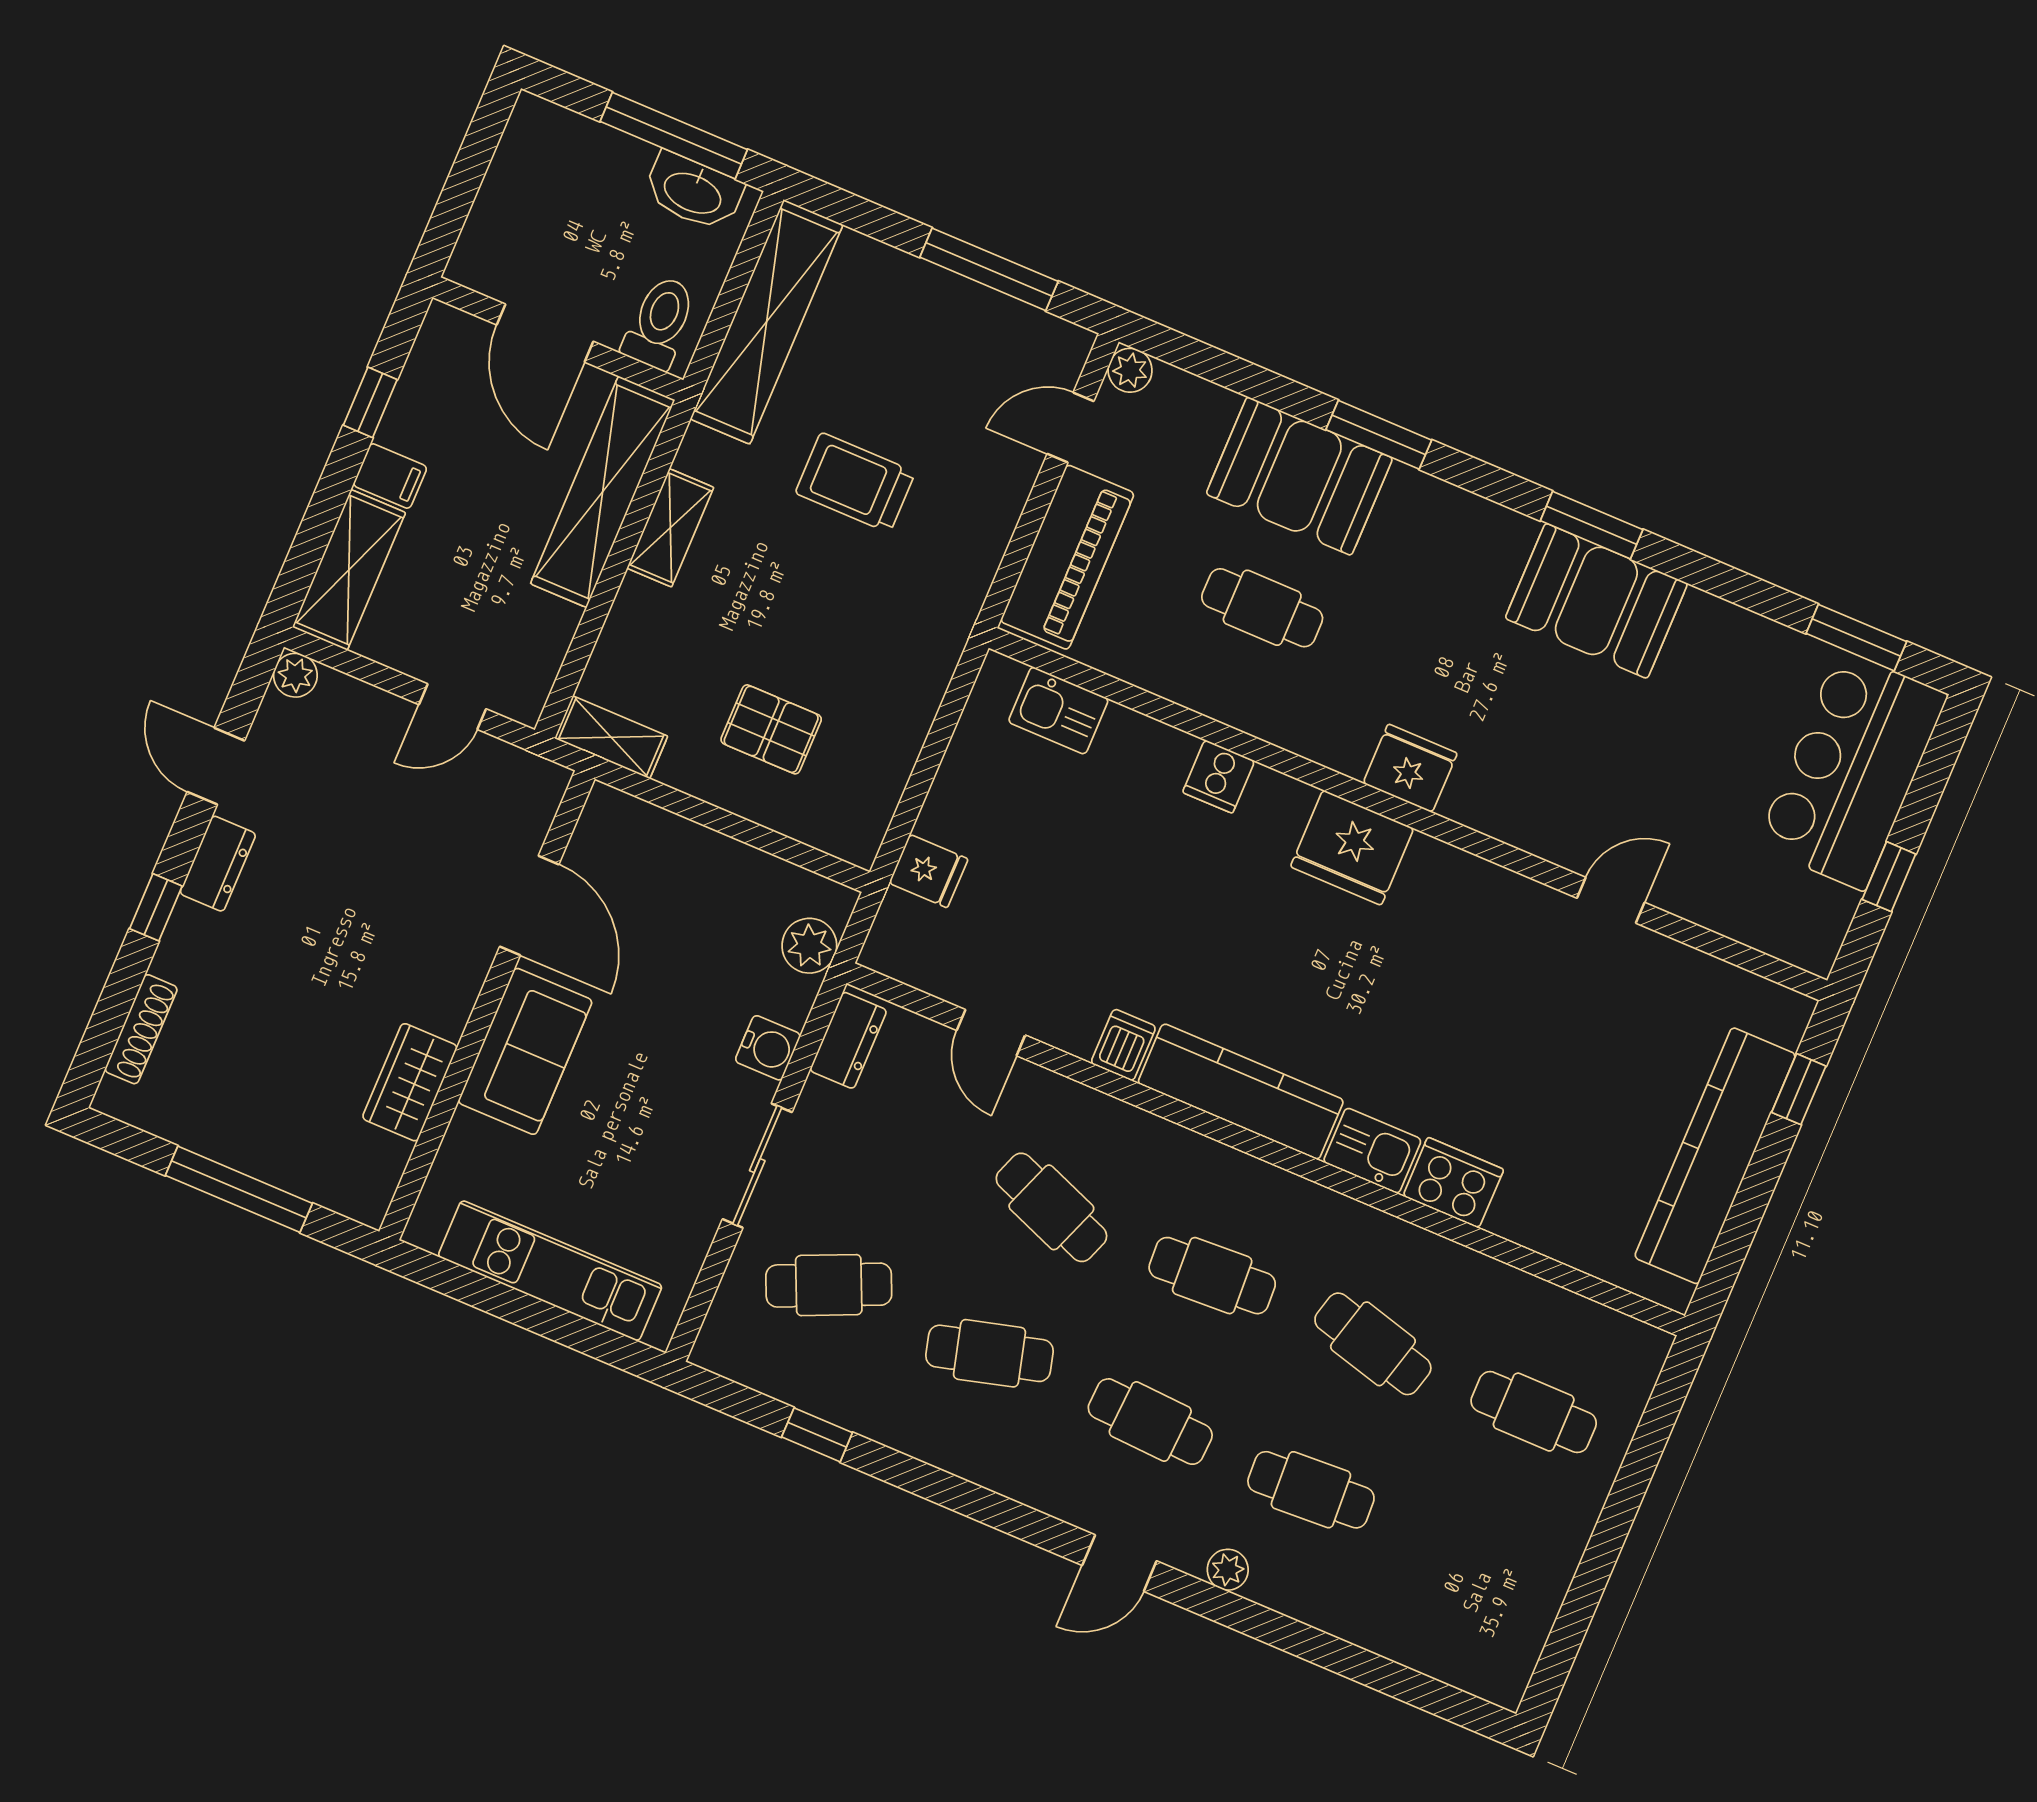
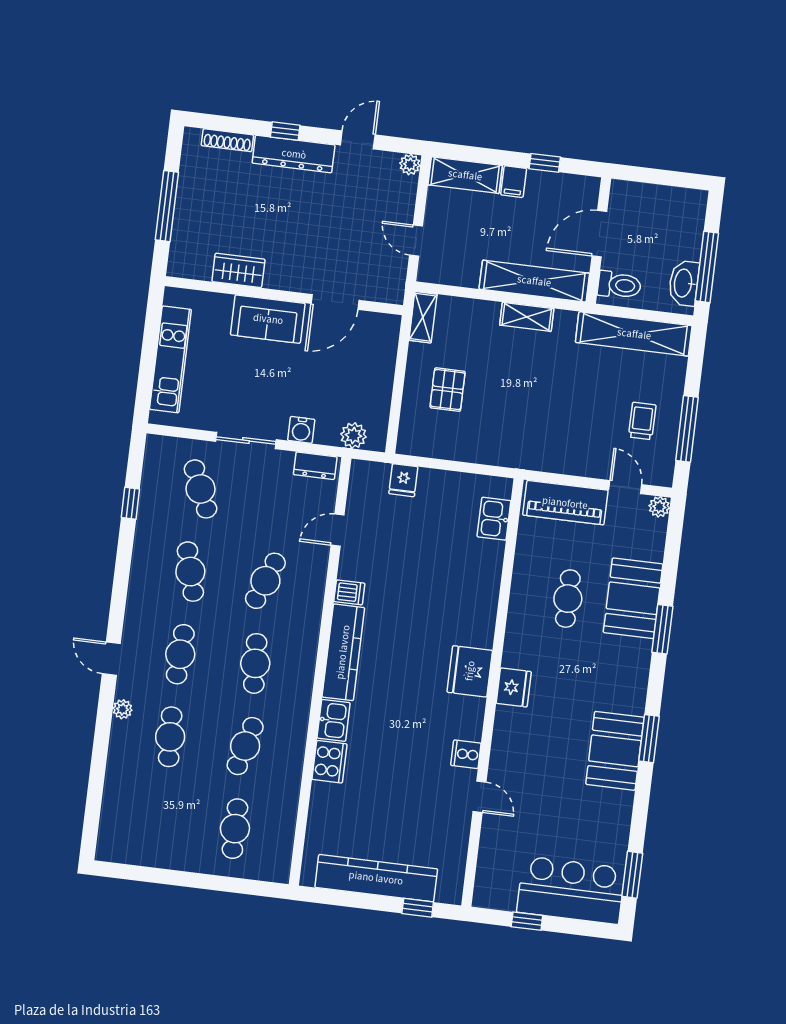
trolley: (855, 483) -> (642, 421), moved, width x0.73, depth x0.72
cooker: (1219, 777) -> (466, 754), moved
dresser: (218, 864) -> (294, 154), width x1.96, depth x1.24

